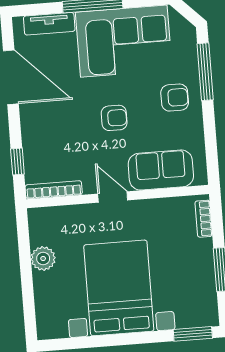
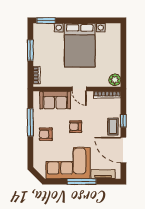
window: (205, 72) -> (30, 122), moved
coffee table: (36, 124) -> (113, 127), added
window: (17, 162) -> (123, 121), moved
plant: (43, 258) -> (115, 80), moved

